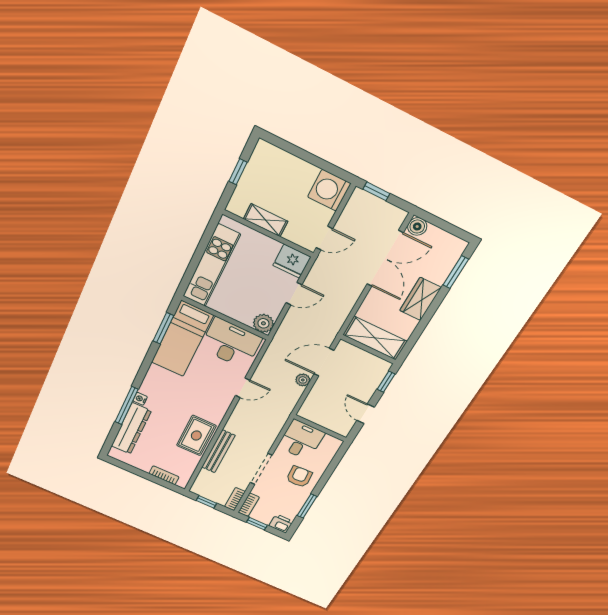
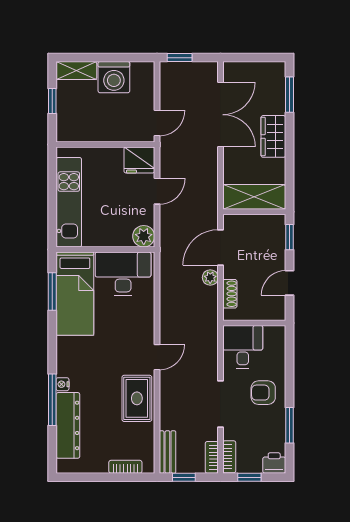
washing machine: (329, 190) -> (114, 77), moved, turned -90
shelving: (266, 220) -> (76, 71), moved
boiler: (417, 227) -> (232, 71), removed
door: (243, 388) -> (157, 357), moved
shoe rack: (312, 399) -> (230, 294), added
door: (366, 414) -> (289, 283), hinge flipped
bench: (218, 451) -> (167, 452), moved, width x0.73
armchair: (299, 477) -> (263, 393), turned -86

